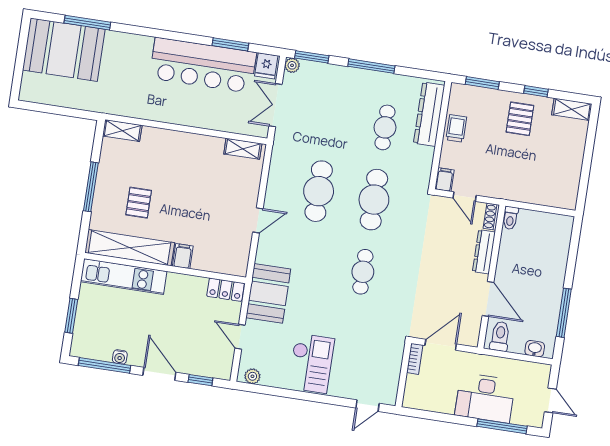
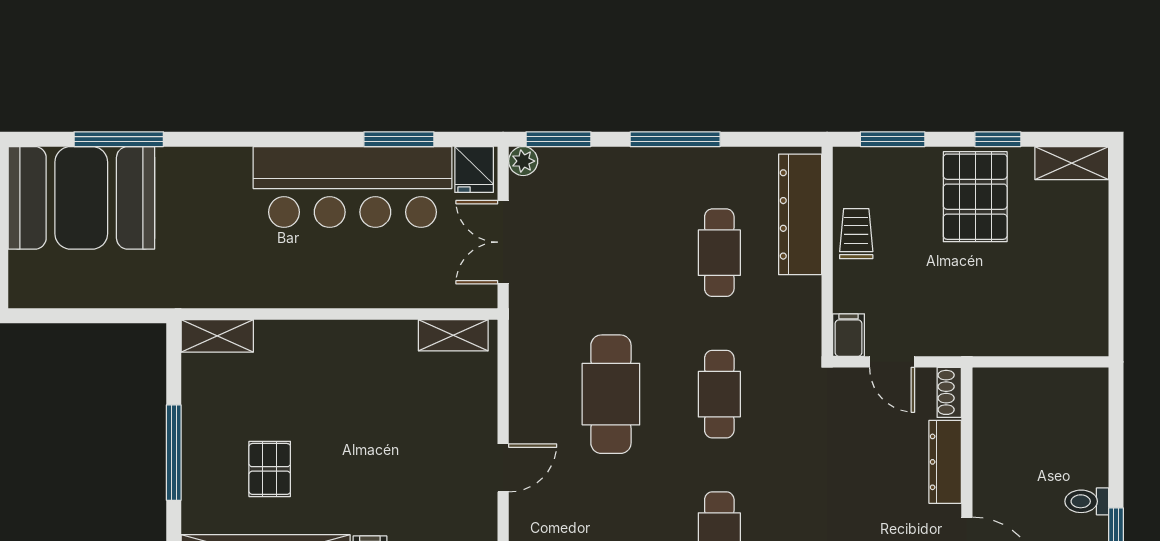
pallet: (520, 119) -> (975, 197), width x1.50, depth x1.42
cafe table: (374, 200) -> (719, 394), width x0.73, depth x0.74
toilet: (510, 218) -> (1087, 501), moved, turned 90

